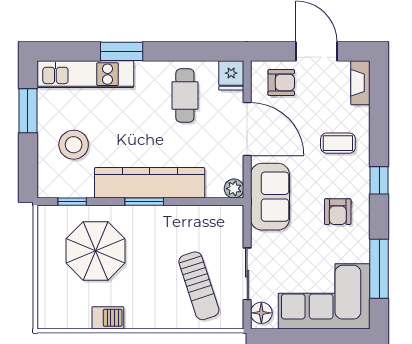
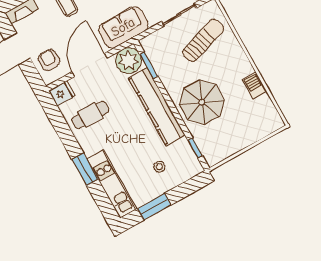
stool: (74, 145) -> (159, 167), width x0.53, depth x0.53
plant: (234, 189) -> (129, 61), width x1.88, depth x1.88
window: (144, 202) -> (149, 65), moved
parasol: (95, 251) -> (202, 102), moved

